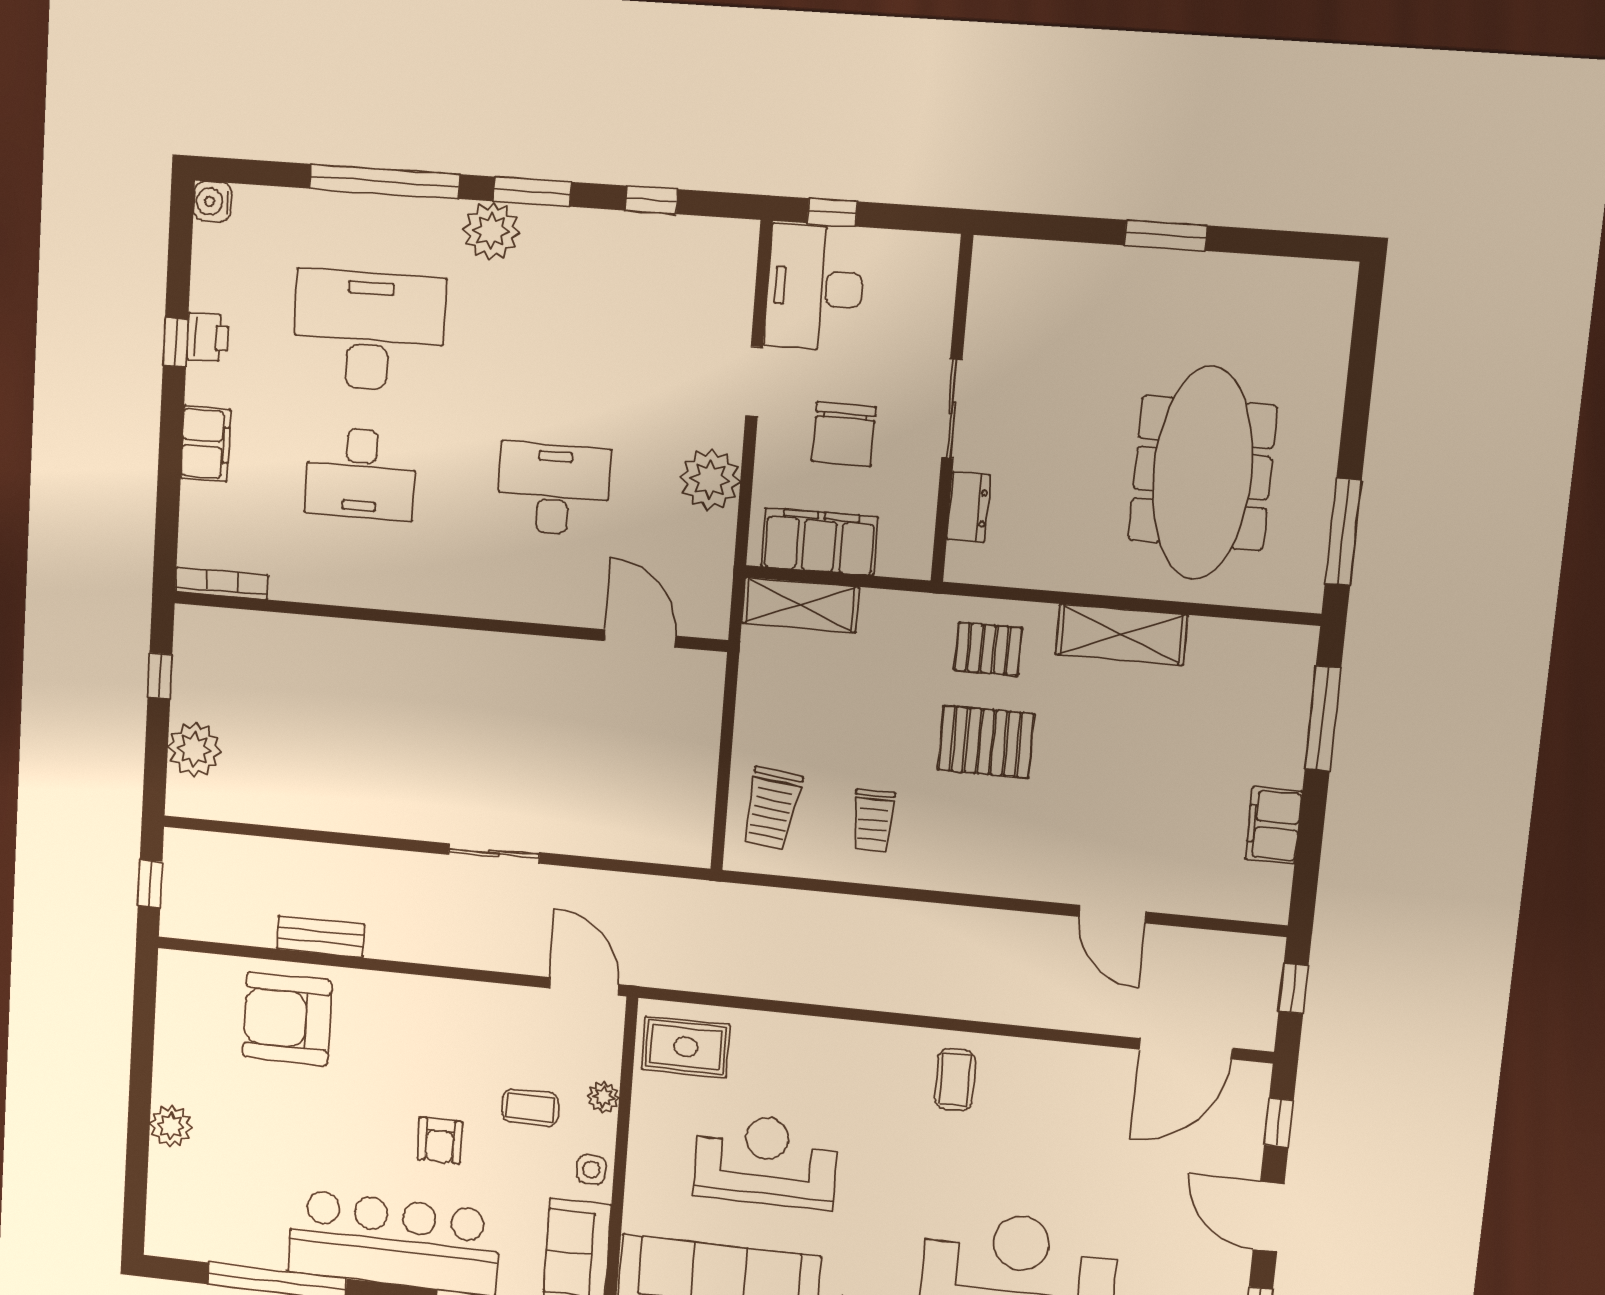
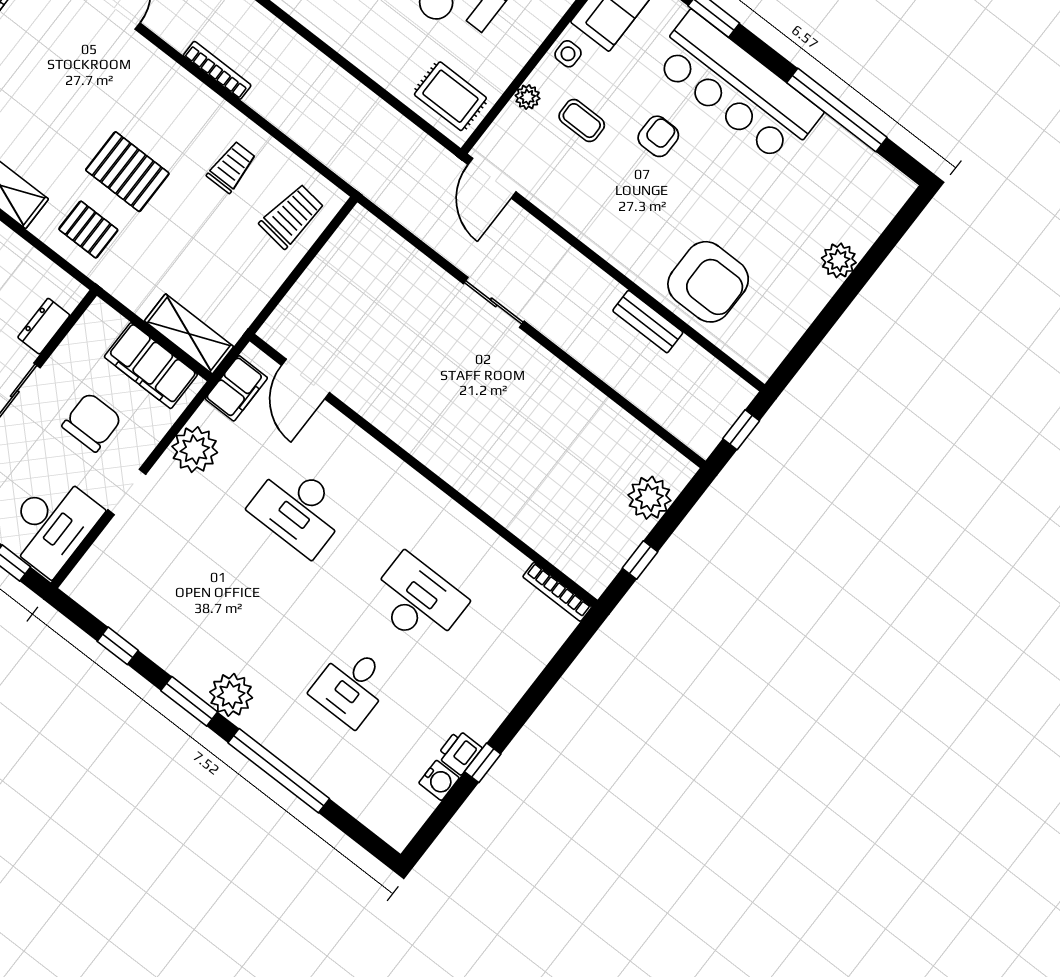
water cooler: (213, 202) -> (439, 780), moved
desk: (369, 331) -> (351, 686), width x0.53, depth x0.77
filing cabinet: (206, 444) -> (236, 388), moved, turned 180
bookcase: (958, 917) -> (217, 70), added

